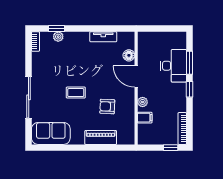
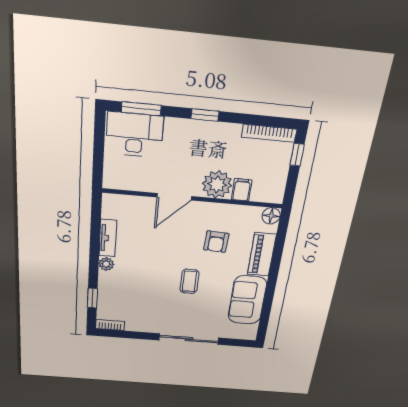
plant: (58, 37) -> (106, 264), moved
floor lamp: (129, 55) -> (271, 216), moved
window: (189, 63) -> (141, 109), moved
desk: (174, 66) -> (134, 135), moved
plant: (143, 102) -> (217, 184), width x1.88, depth x1.88
sofa: (51, 133) -> (247, 300), moved

